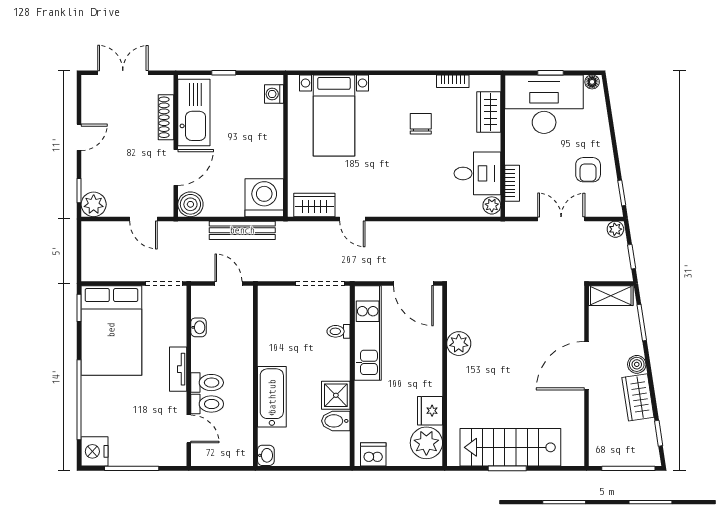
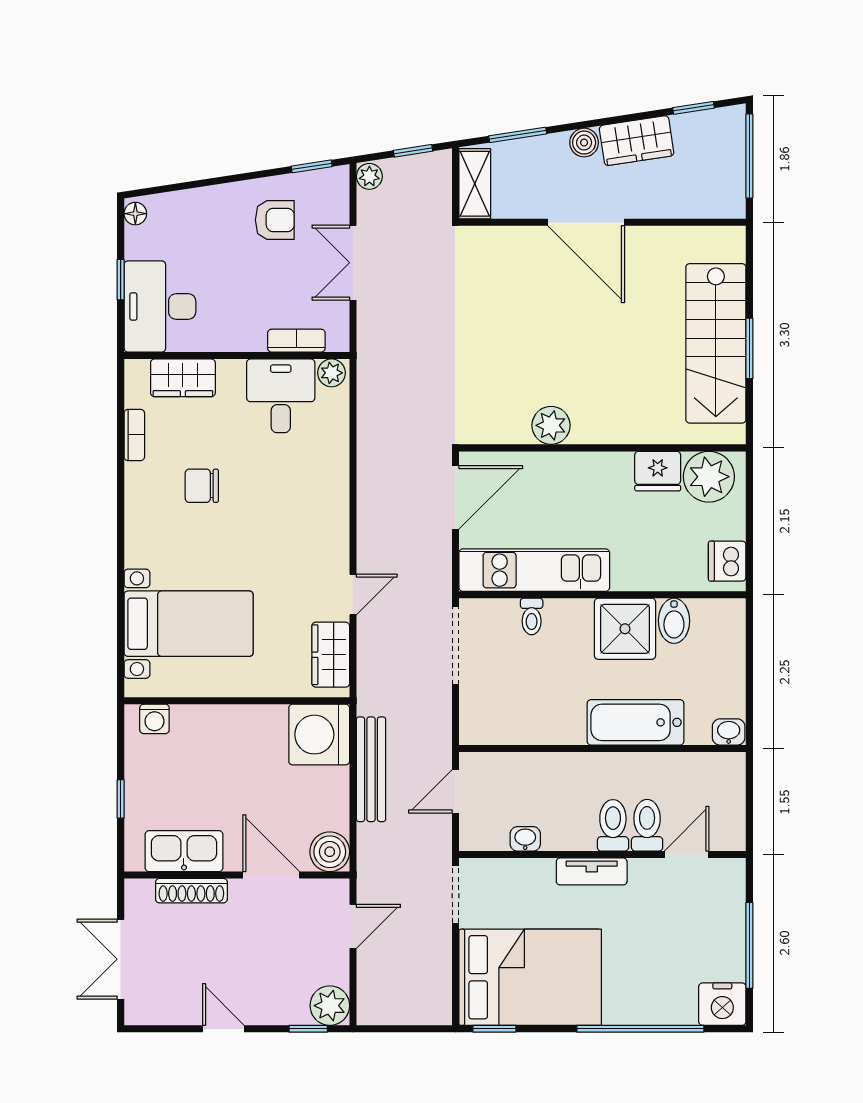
desk: (544, 104) -> (160, 307), width x0.73, depth x0.77
kitchen sink: (194, 113) -> (184, 851), width x0.73, depth x0.81
shower: (336, 395) -> (625, 629), width x1.36, depth x1.36

